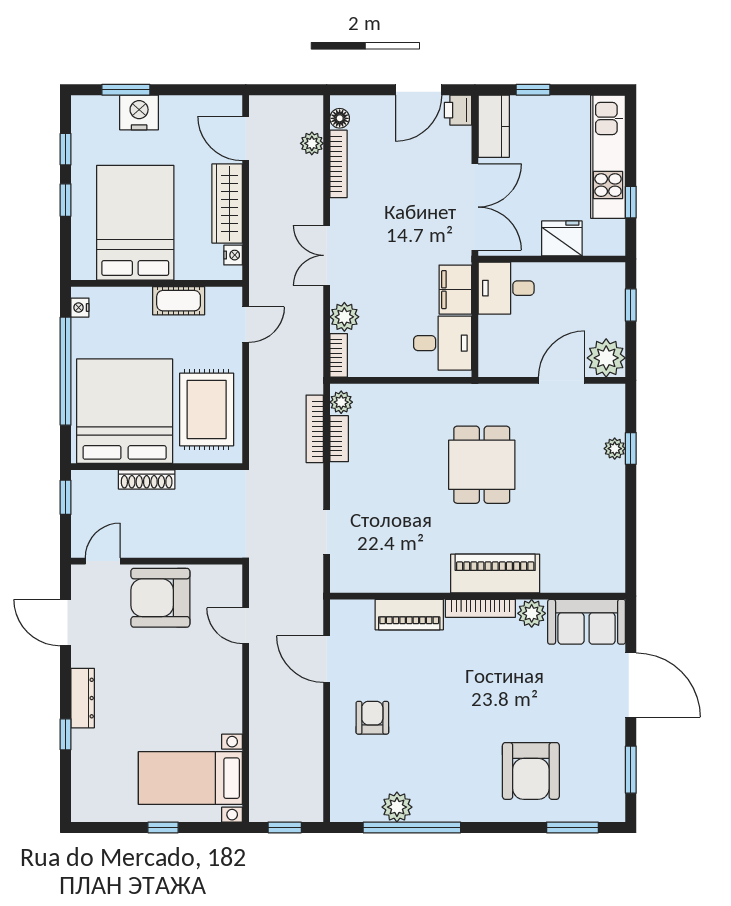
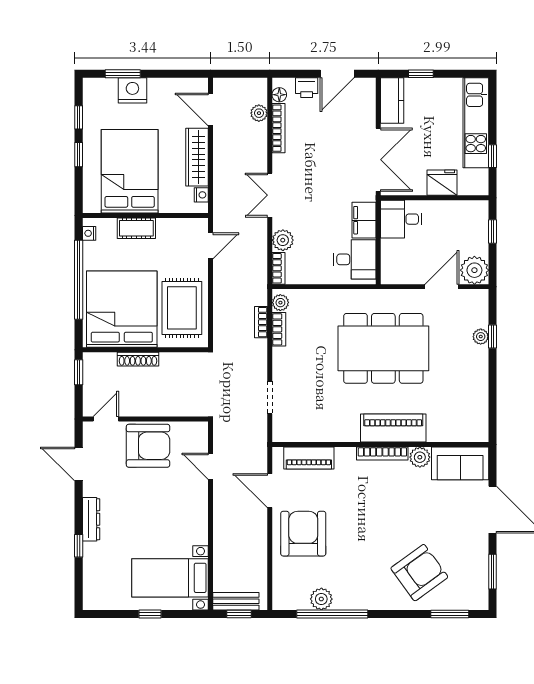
printer: (458, 110) -> (307, 88), moved, turned -90
cot: (179, 301) -> (136, 228), moved
bookcase: (315, 429) -> (261, 322), width x0.64
dining table: (482, 465) -> (383, 348), width x1.88, depth x1.24
armchair: (160, 598) -> (148, 446), turned 180
piano: (409, 615) -> (309, 458), moved
armchair: (372, 718) -> (303, 534), width x1.88, depth x1.88
armchair: (531, 771) -> (419, 573), turned -126
bench: (280, 810) -> (236, 601), added

